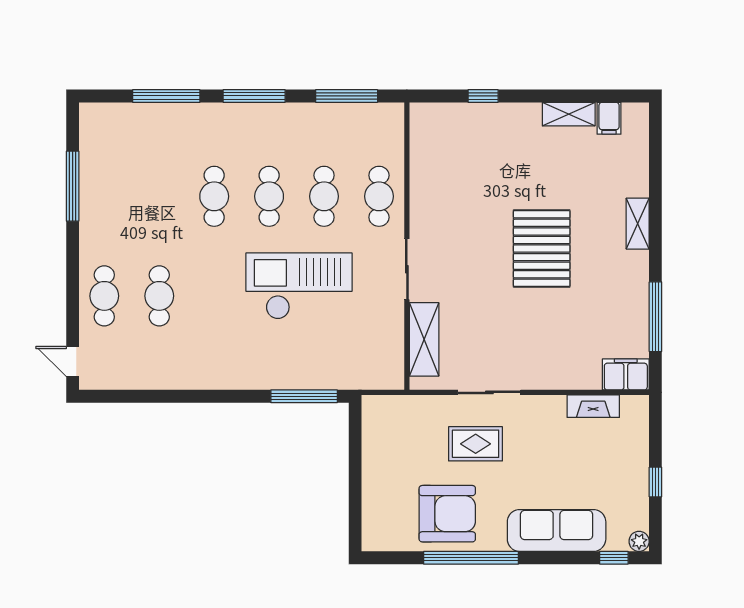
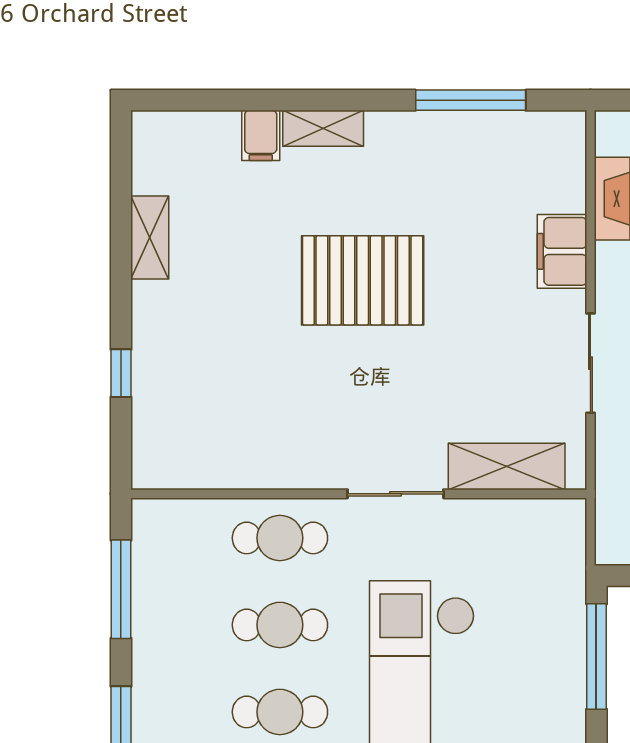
filing cabinet: (609, 118) -> (261, 135), moved, turned 90
filing cabinet: (626, 374) -> (562, 251), moved

